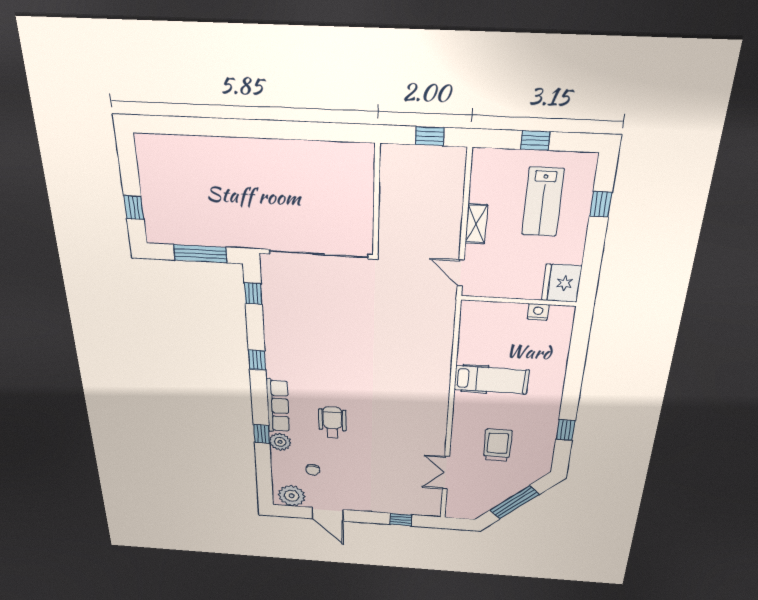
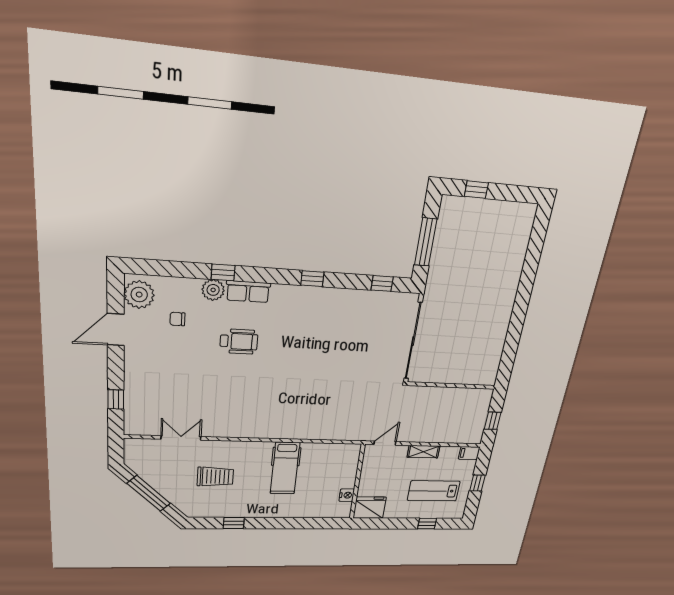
filing cabinet: (482, 161) -> (469, 453), added
row of seats: (278, 406) -> (248, 292), width x0.68

